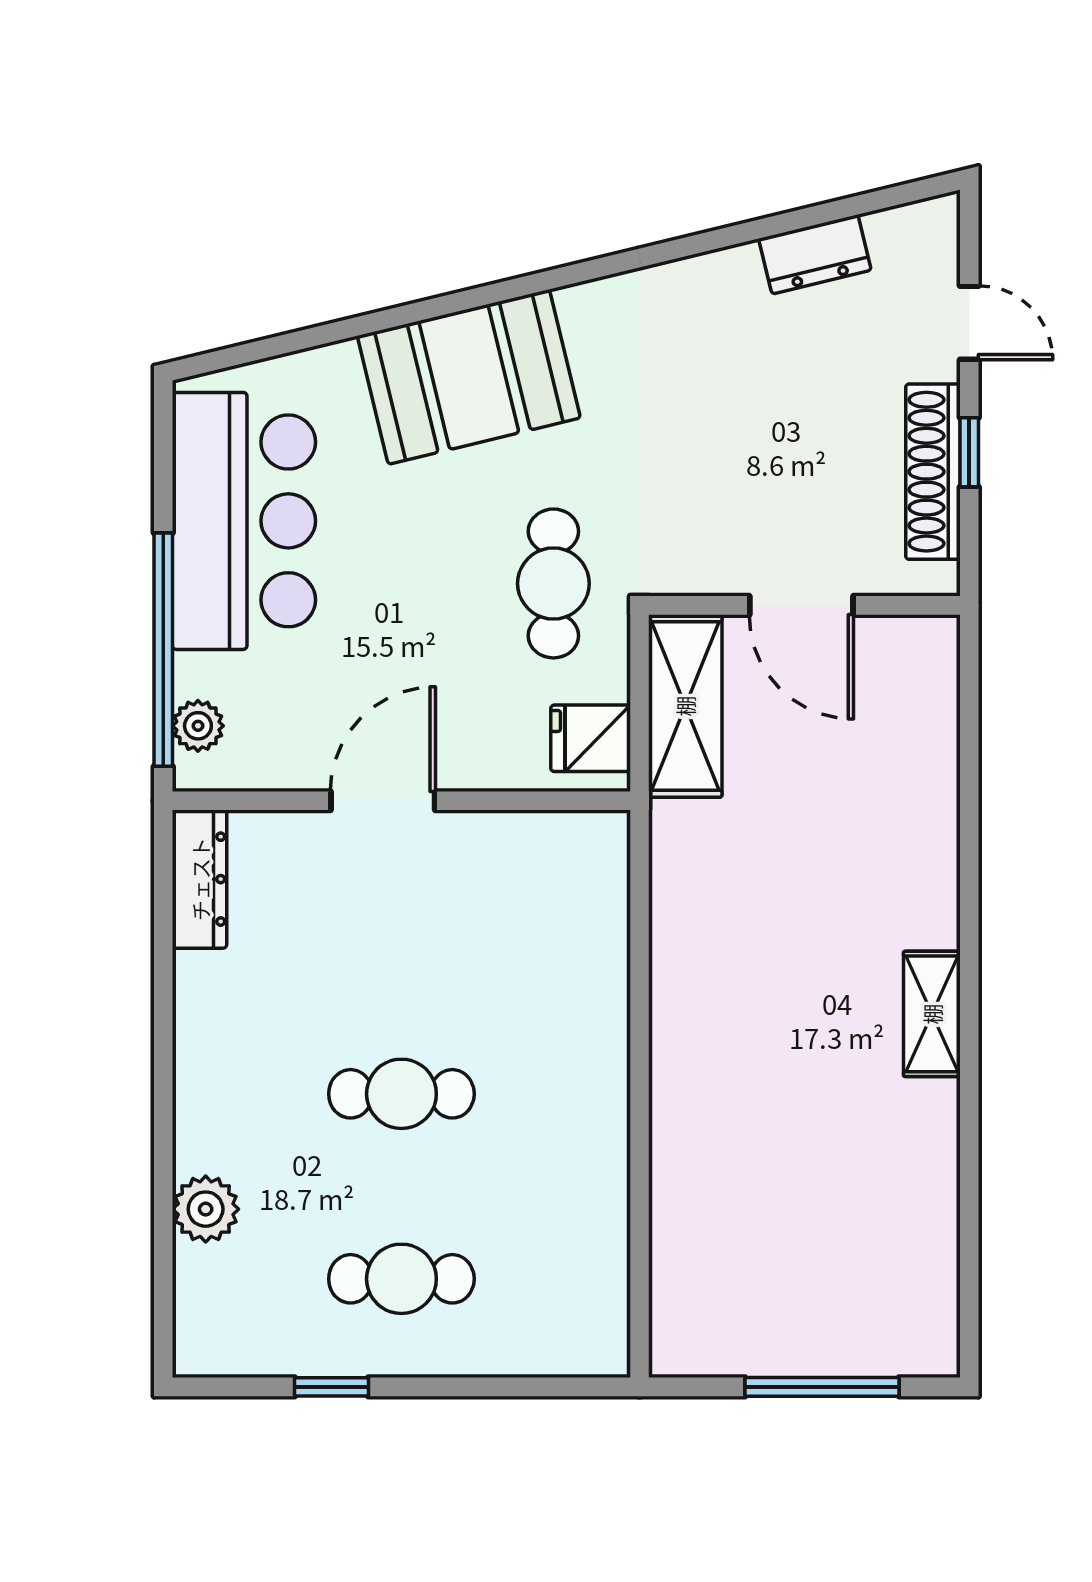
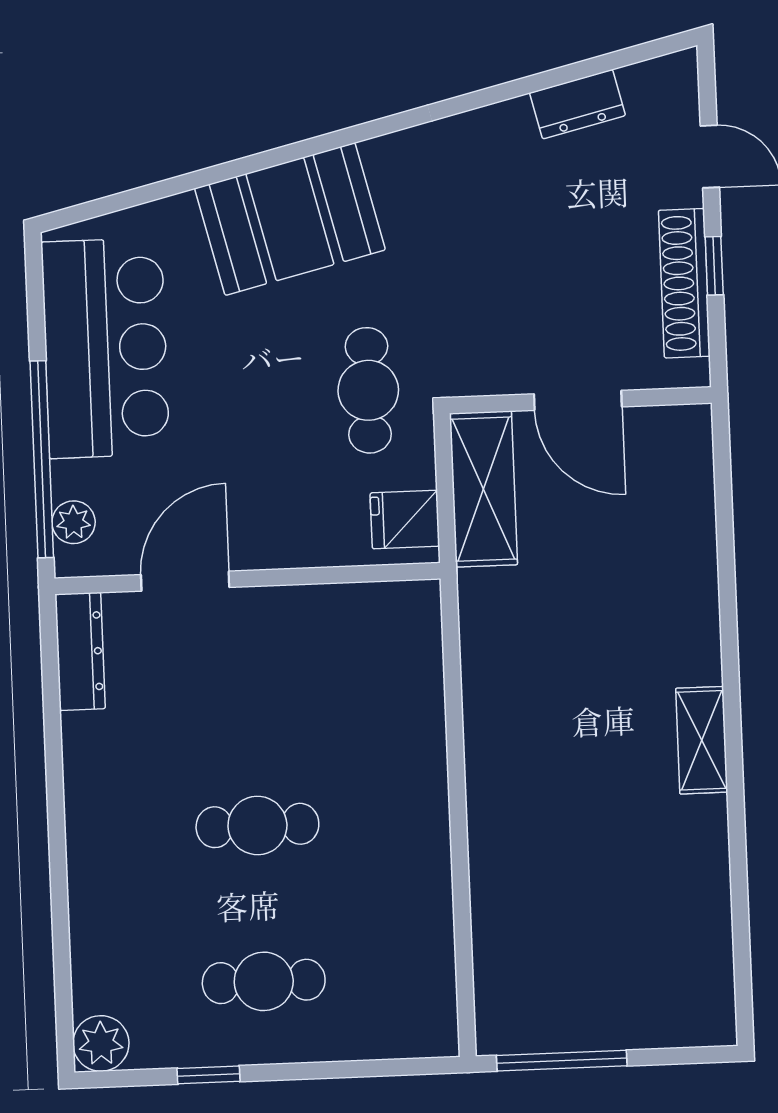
door: (383, 801) -> (185, 581), moved
plant: (206, 1209) -> (101, 1043), moved
window: (822, 1387) -> (562, 1061), moved

